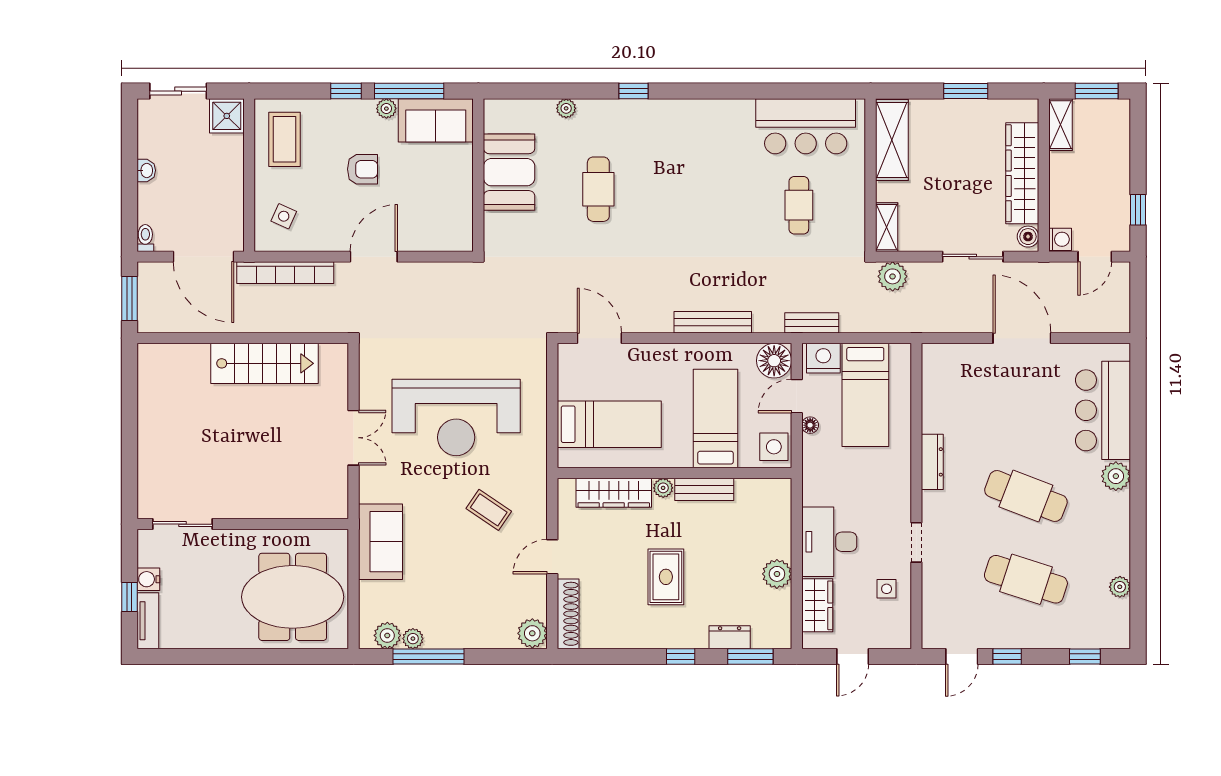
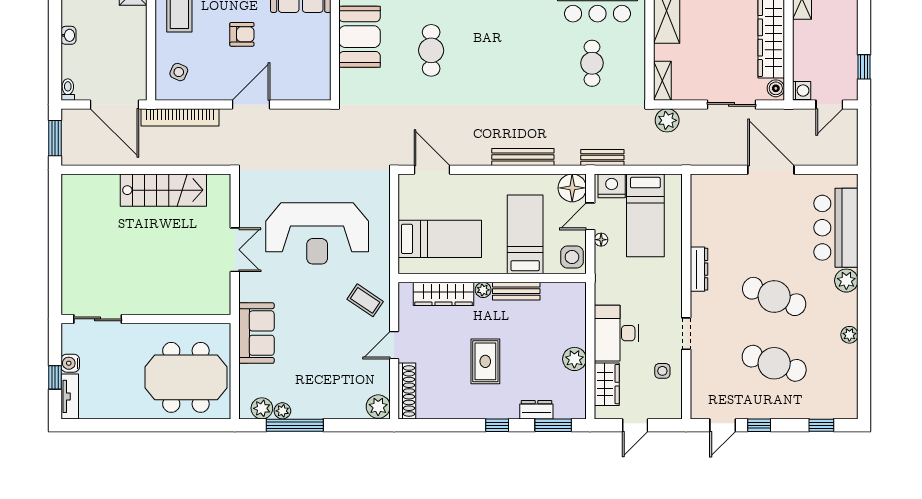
coffee table: (489, 510) -> (365, 300), moved
plant: (1120, 587) -> (849, 335), moved

